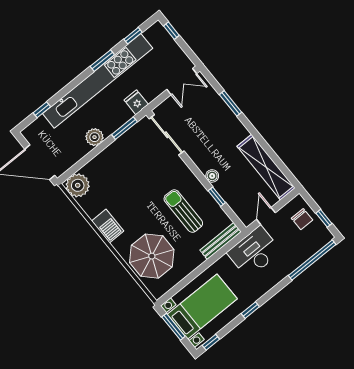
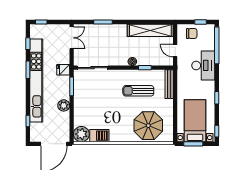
barbecue: (108, 226) -> (99, 136), moved
desk: (254, 252) -> (203, 65), moved, turned 180

